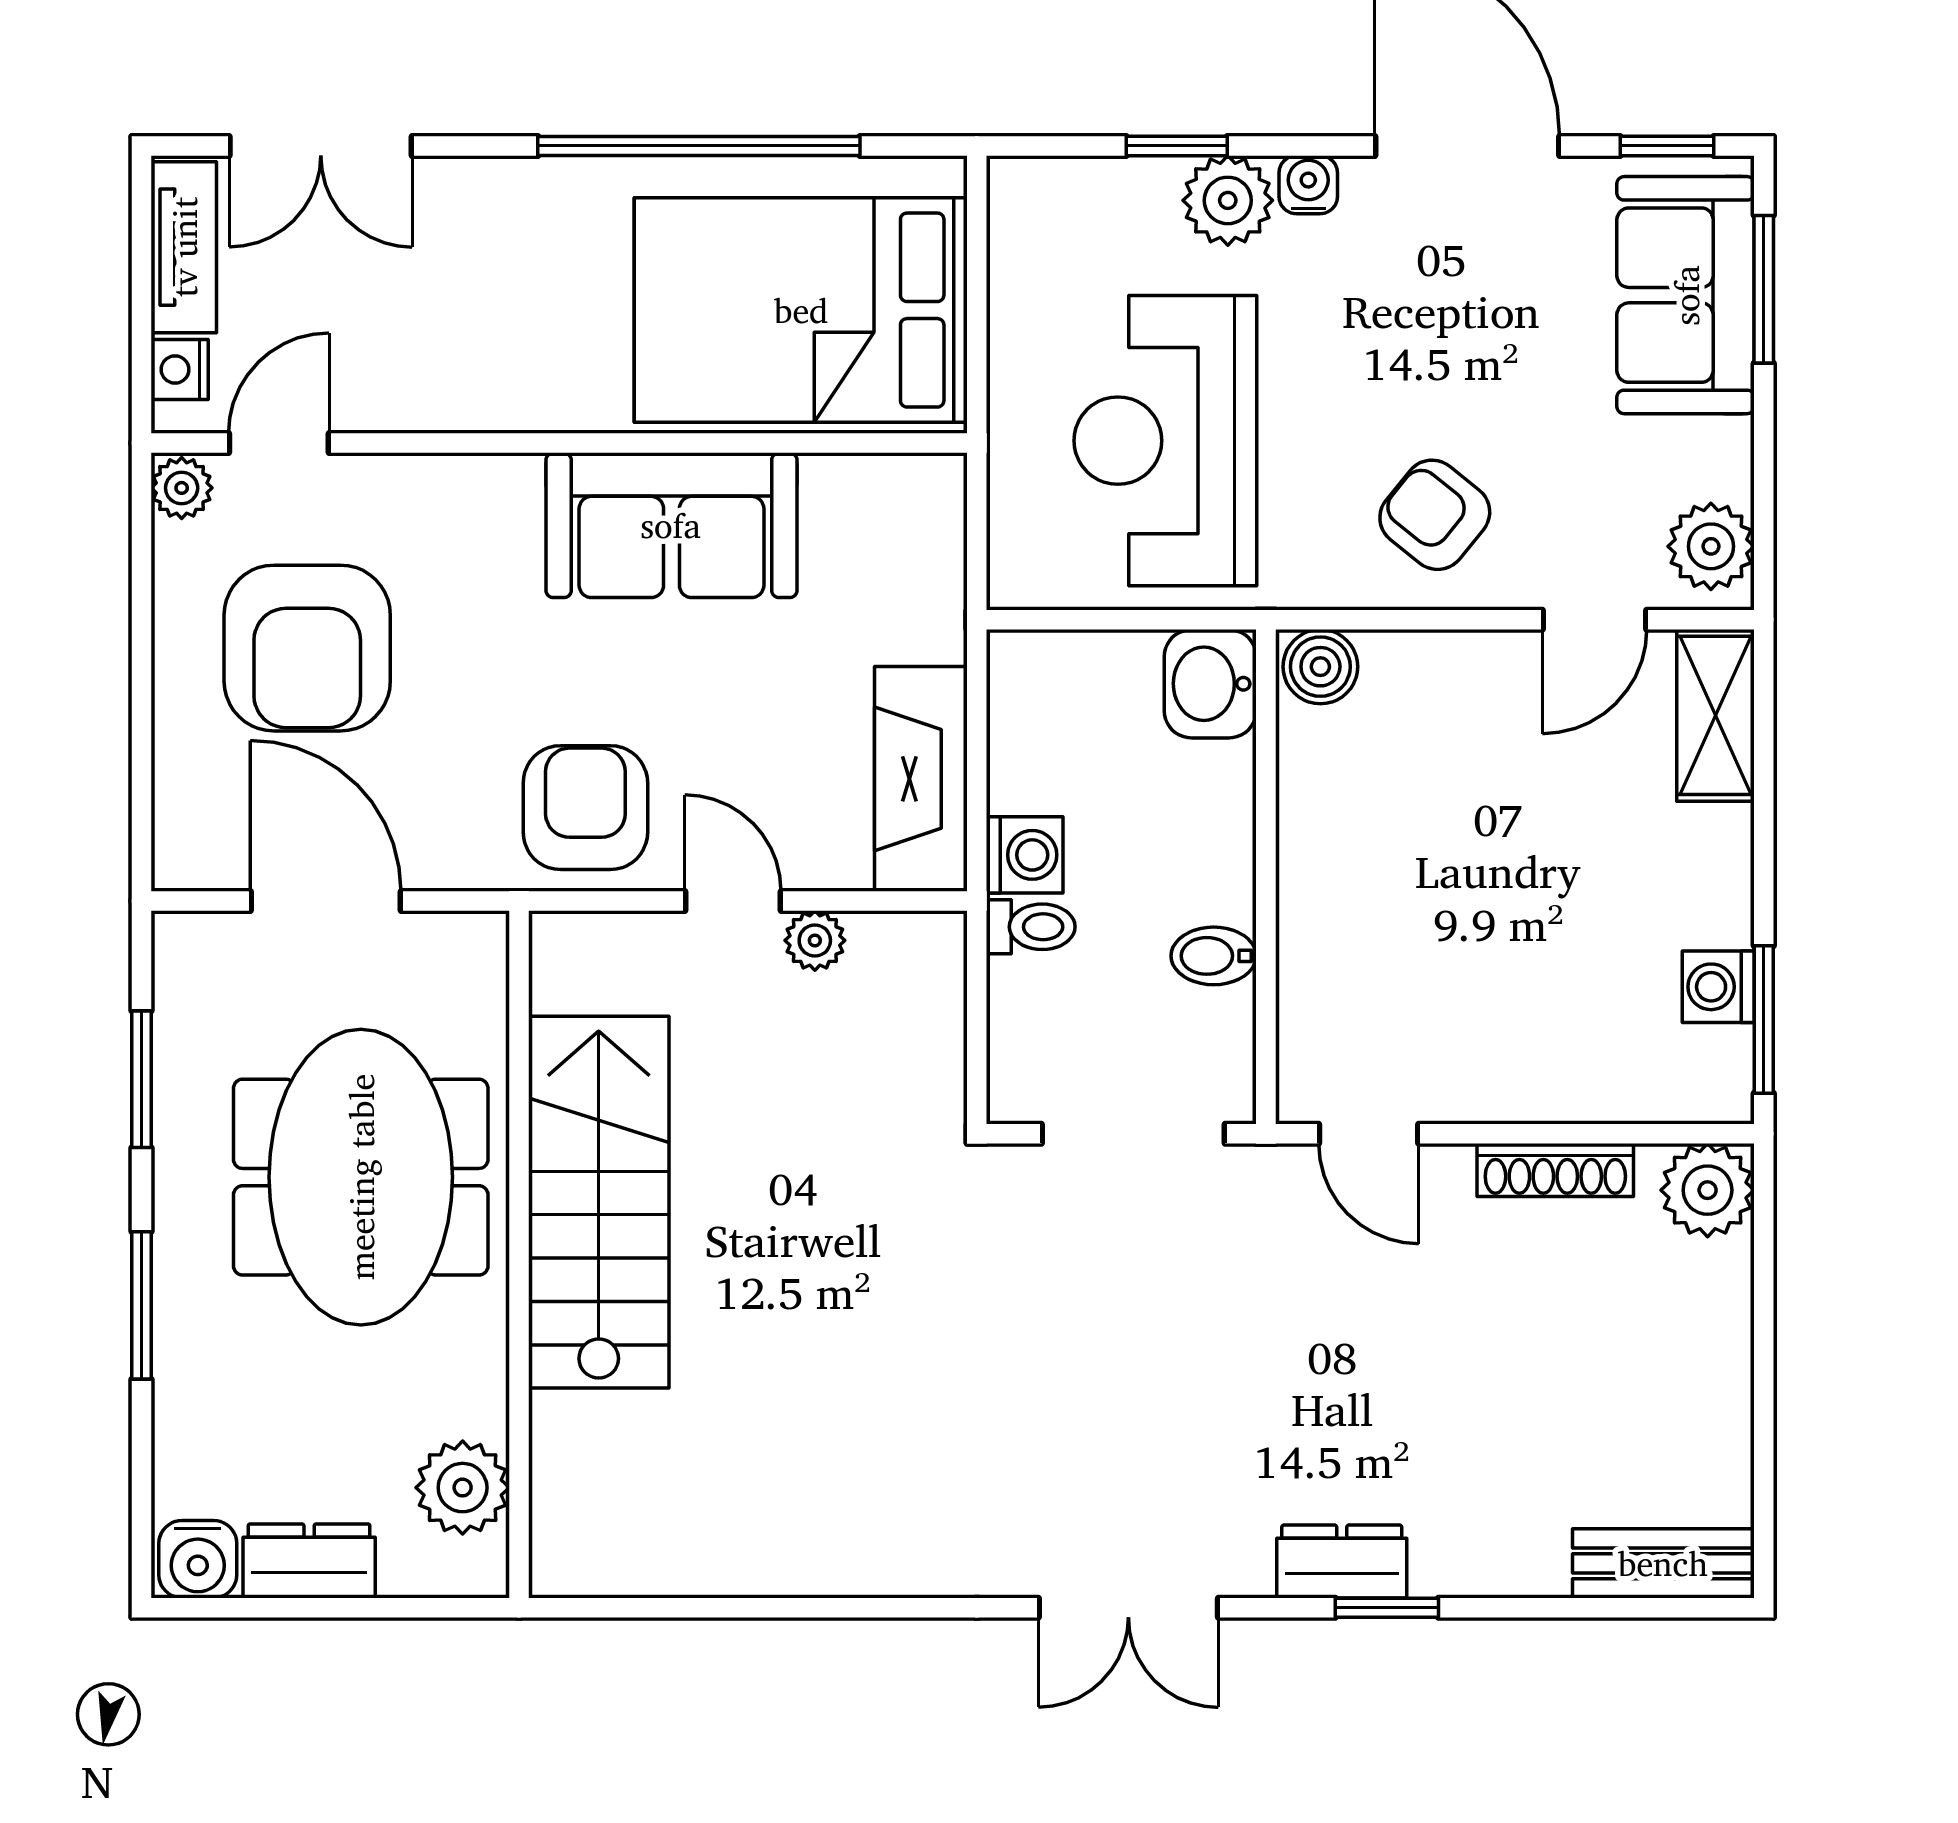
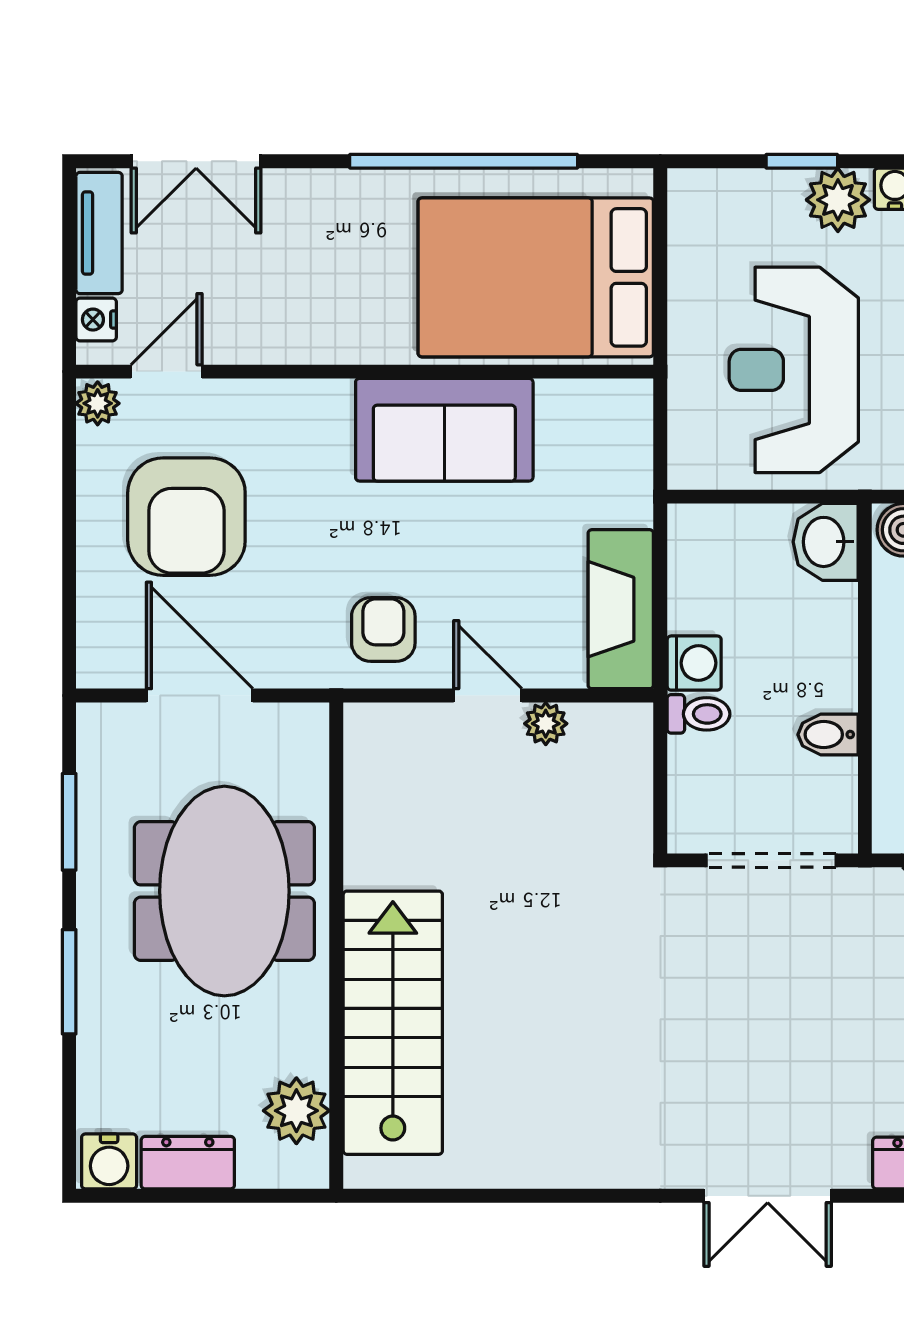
armchair: (585, 808) -> (383, 630), width x0.72, depth x0.72
stairs: (599, 1202) -> (393, 1023), moved

